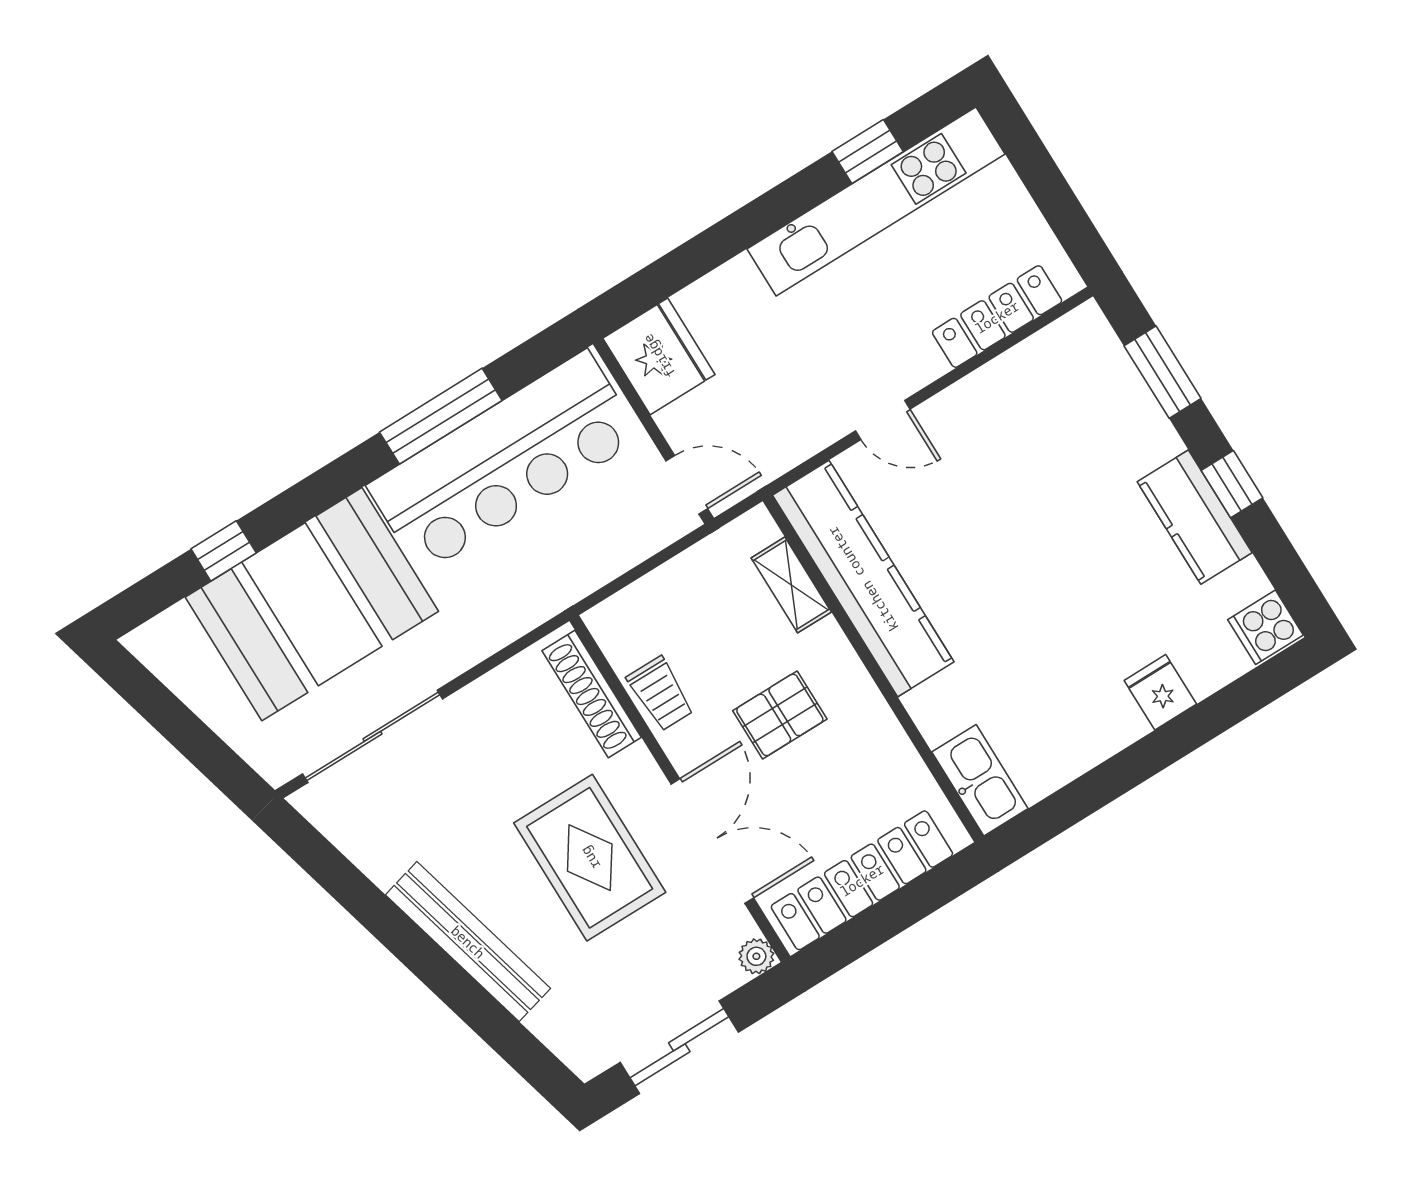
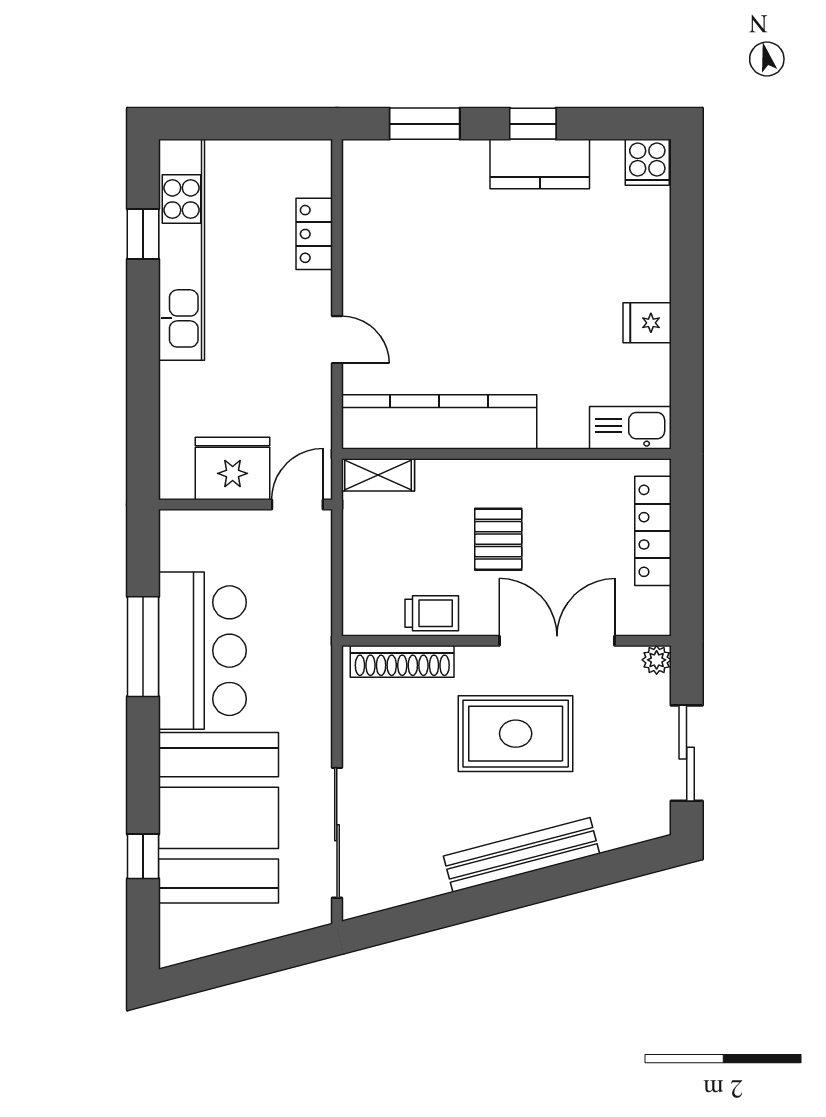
locker: (997, 317) -> (314, 234), width x0.66
fridge: (659, 356) -> (233, 468), moved
door: (883, 420) -> (337, 340), hinge flipped
bar counter: (504, 462) -> (202, 651), width x0.73
shelving: (791, 585) -> (378, 475), moved
fridge: (1160, 692) -> (647, 323), moved
locker: (862, 880) -> (653, 531), width x0.71, depth x0.83

